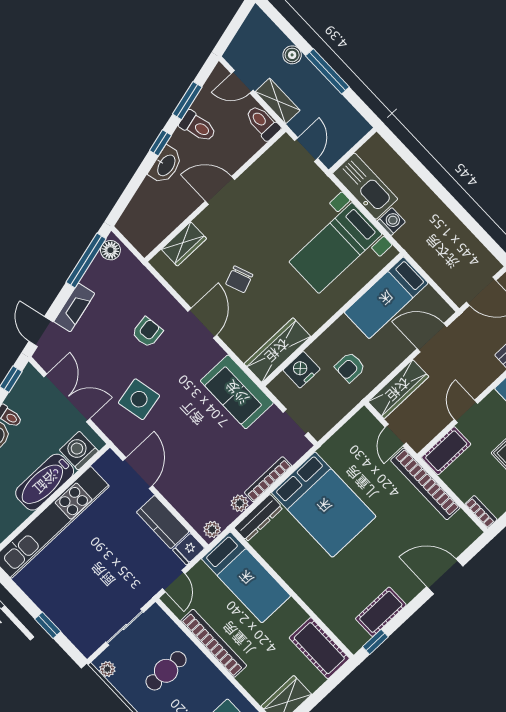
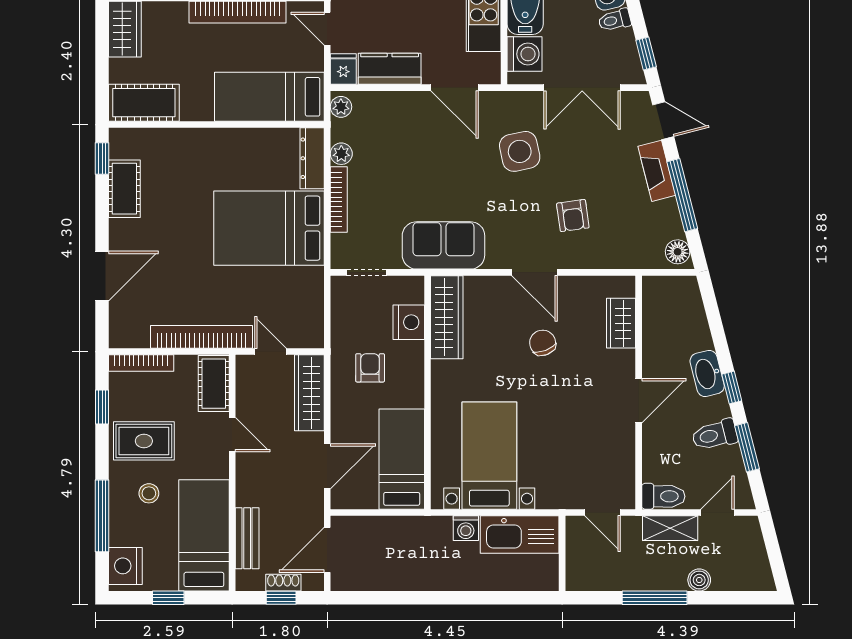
window: (86, 260) -> (682, 195), moved
bookcase: (481, 512) -> (141, 363), width x1.56

